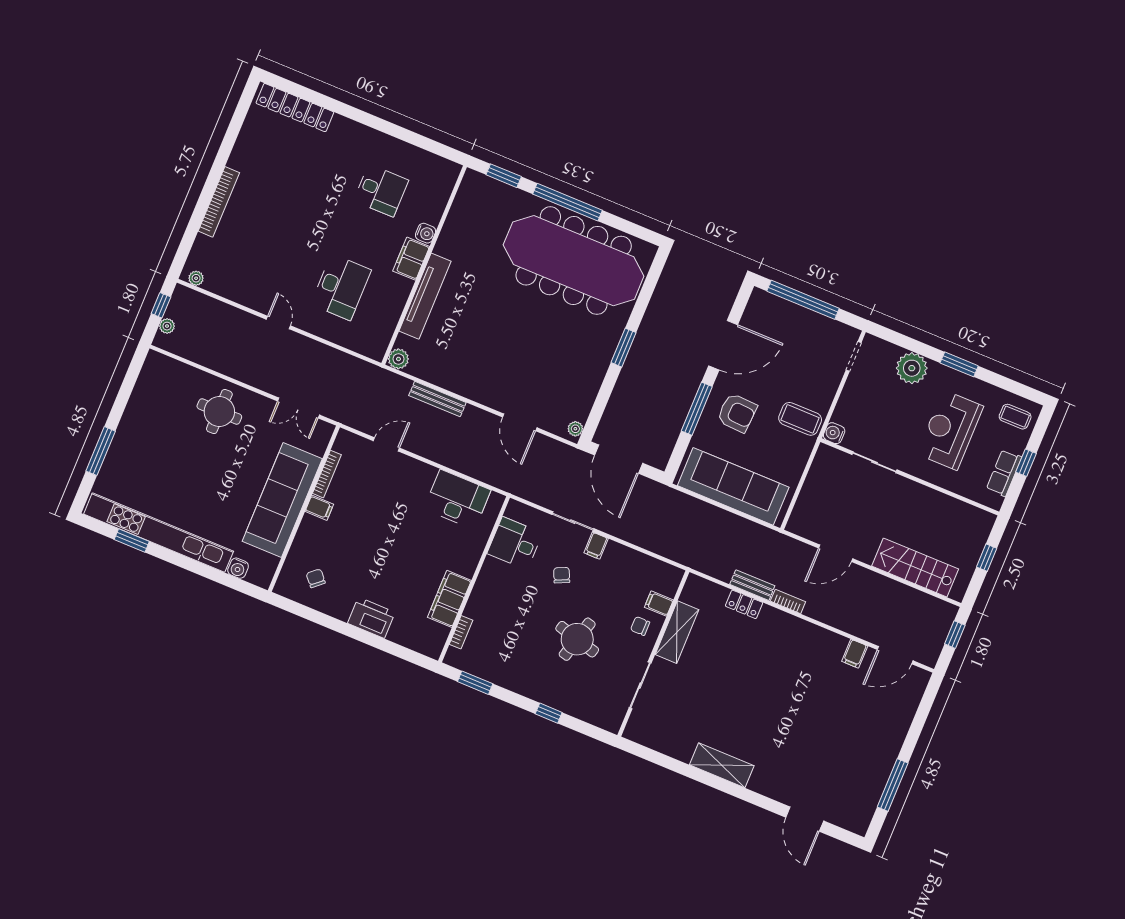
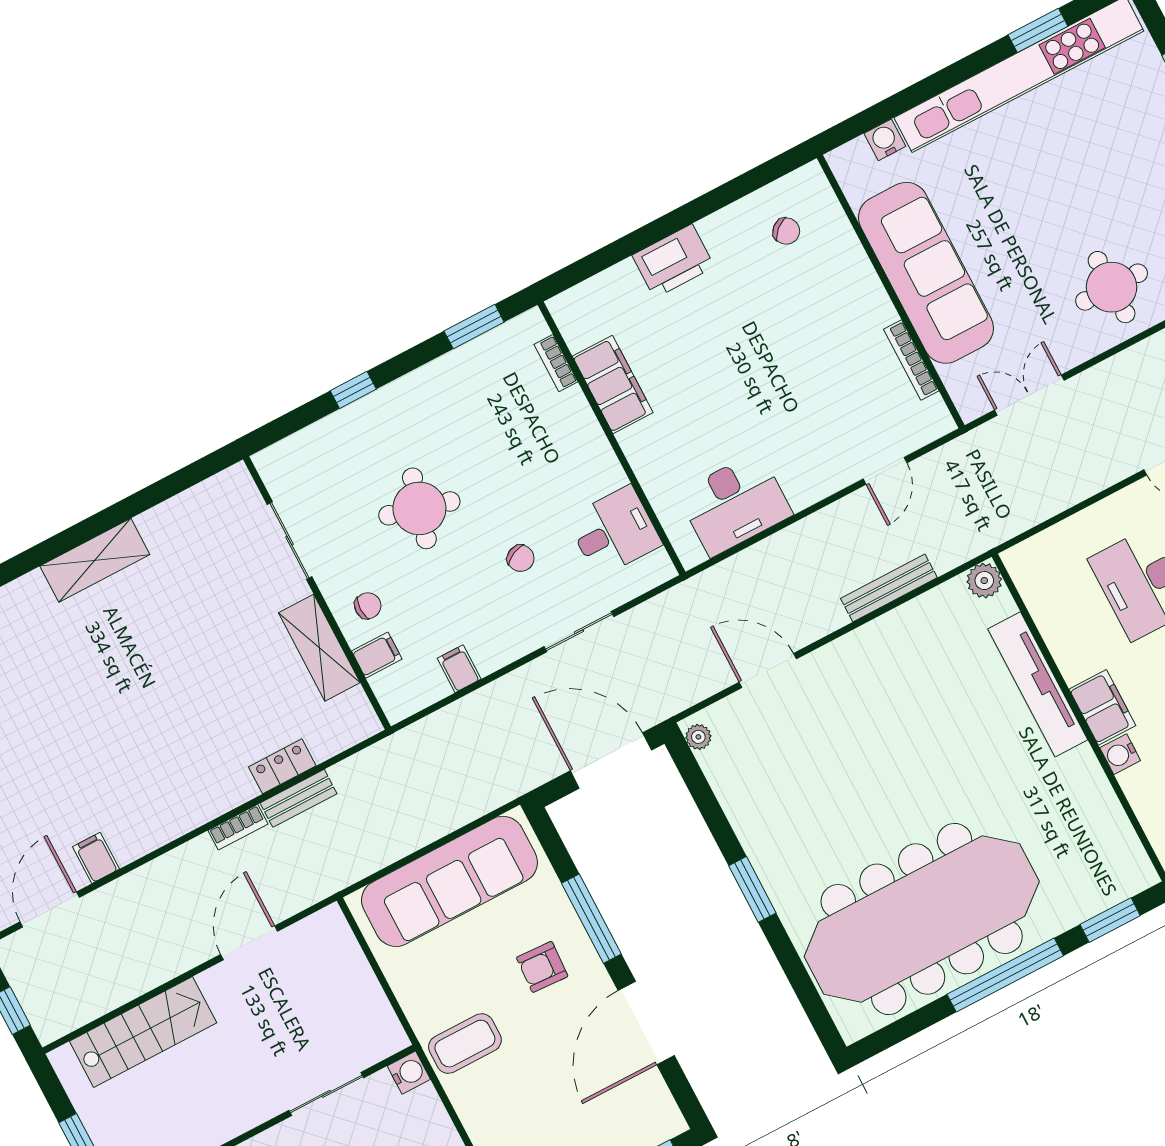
armchair: (737, 413) -> (542, 967), width x0.72, depth x0.72
filing cabinet: (319, 508) -> (875, 313), removed
filing cabinet: (596, 546) -> (459, 669), moved

